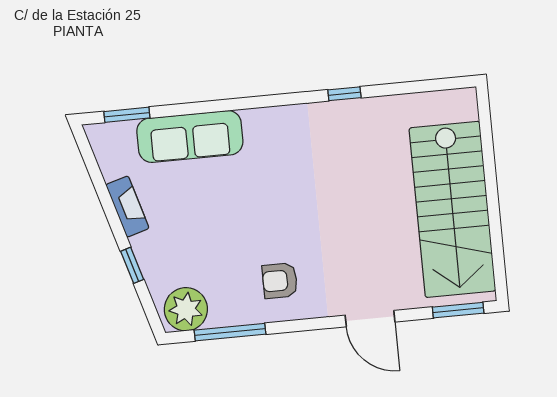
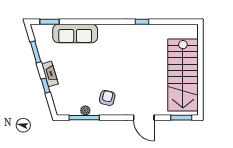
window: (101, 189) -> (36, 52), added
fireplace: (127, 207) -> (50, 74), moved
armchair: (280, 281) -> (107, 98), turned 103
plant: (186, 309) -> (85, 110), moved, width x0.53, depth x0.53

